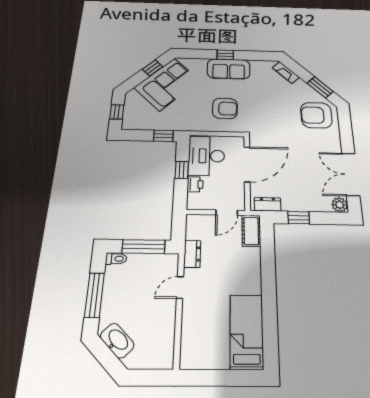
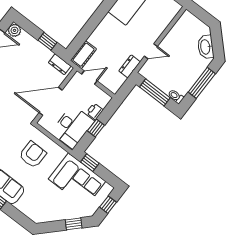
window: (153, 68) -> (74, 224), moved
corner sofa: (167, 84) -> (77, 180), moved, turned -135
armchair: (225, 108) -> (33, 155), turned 89

